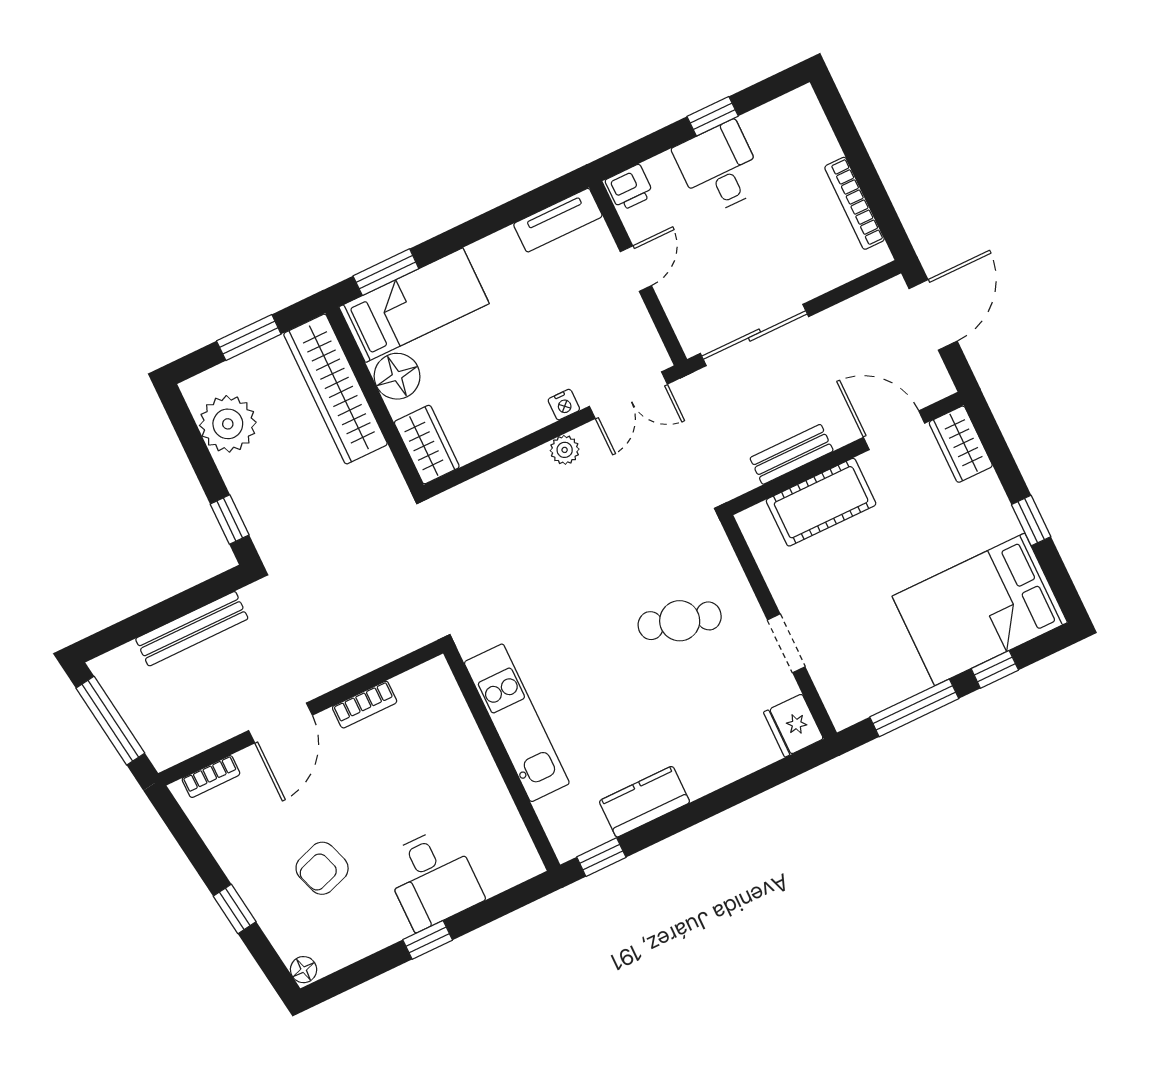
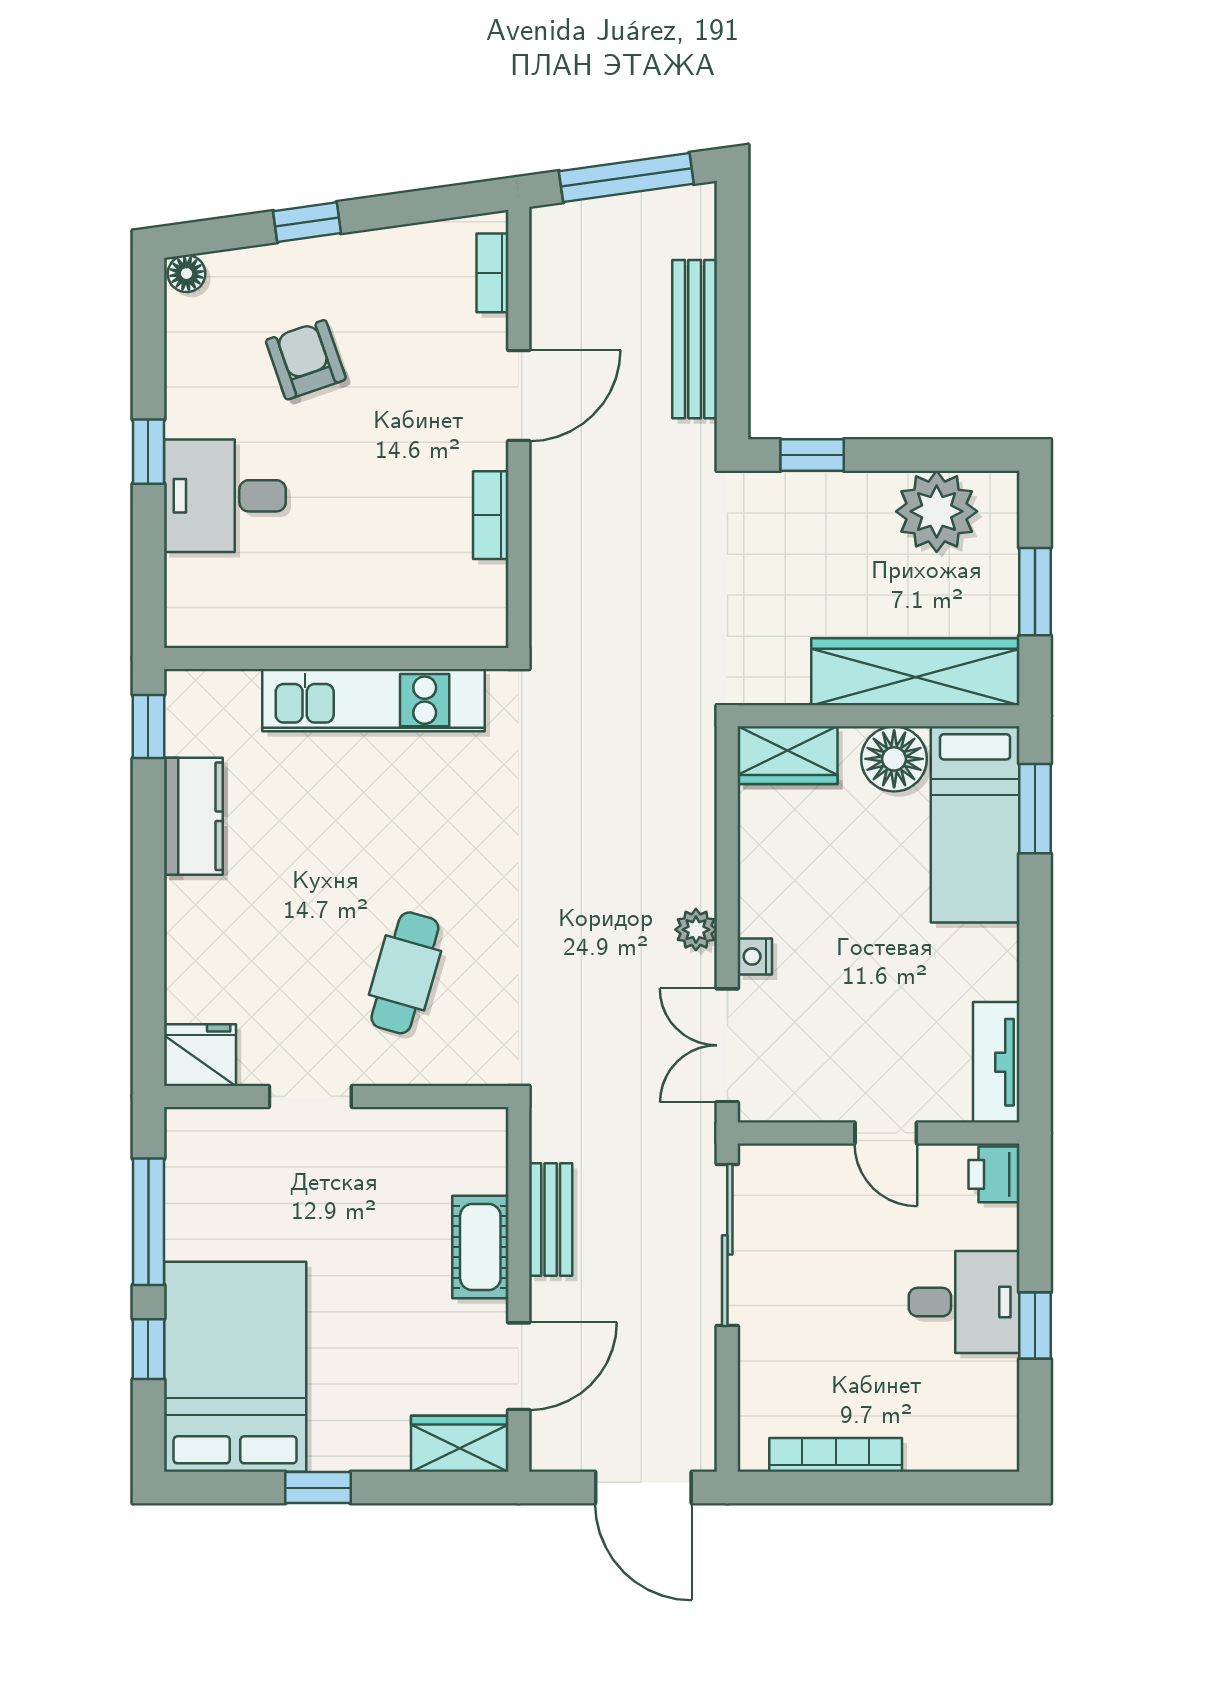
cot: (821, 502) -> (480, 1247), width x0.73, depth x0.75
door: (280, 723) -> (519, 395), swing flipped

